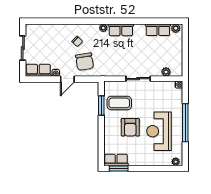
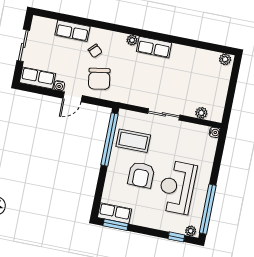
row of seats: (158, 30) -> (72, 31), moved
window: (101, 105) -> (110, 139), width x2.11
window: (185, 123) -> (208, 209), moved
window: (166, 168) -> (176, 237), added

